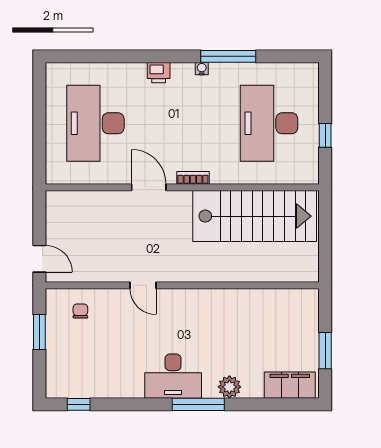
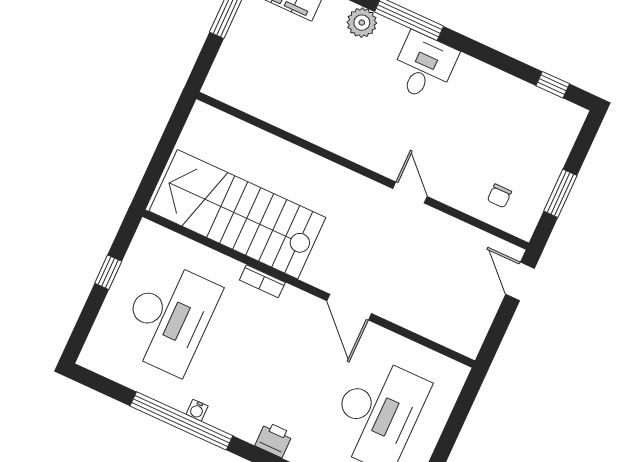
window: (228, 56) -> (181, 421), width x1.46
water cooler: (202, 69) -> (197, 410), moved
bookcase: (193, 178) -> (262, 281), moved
desk: (173, 376) -> (424, 67), width x0.73

